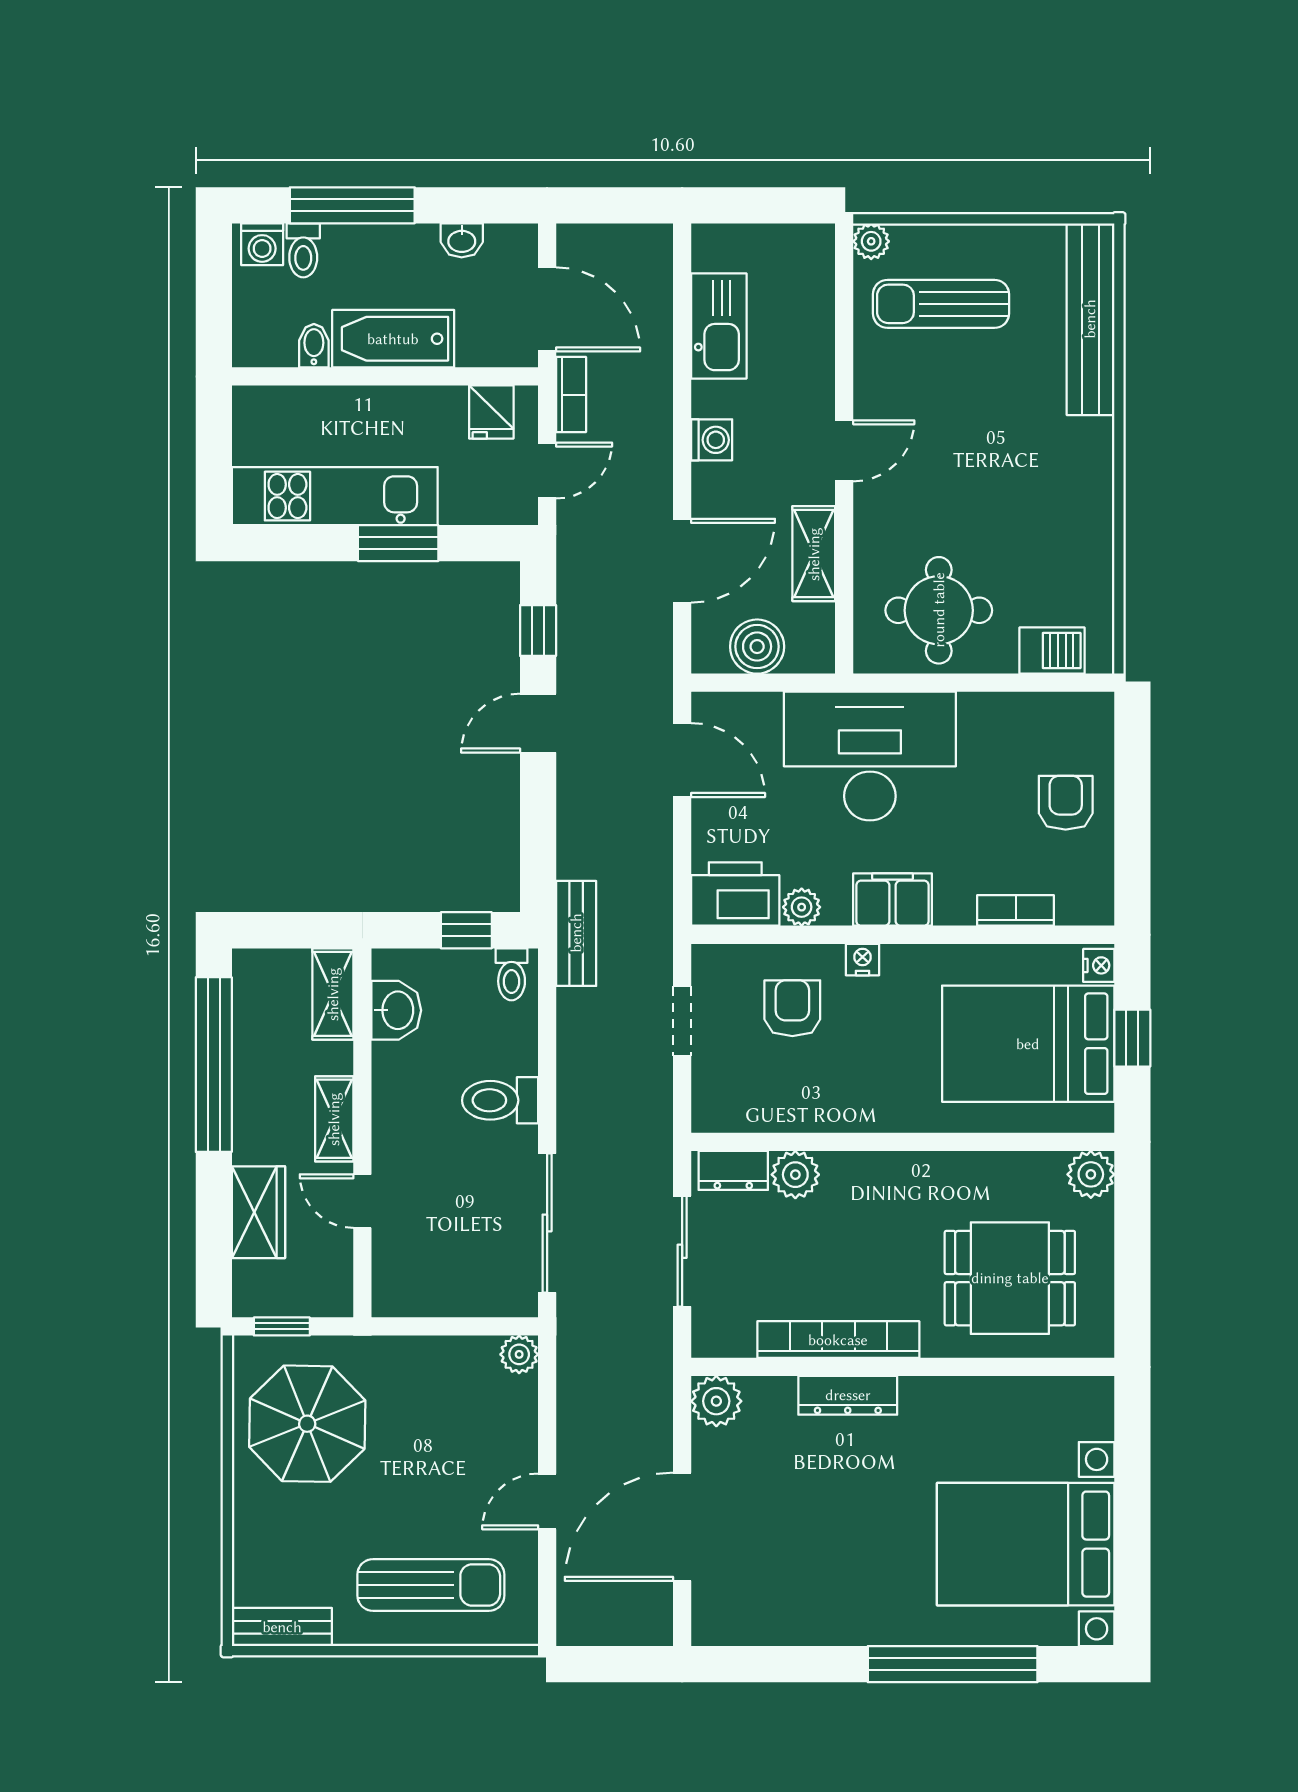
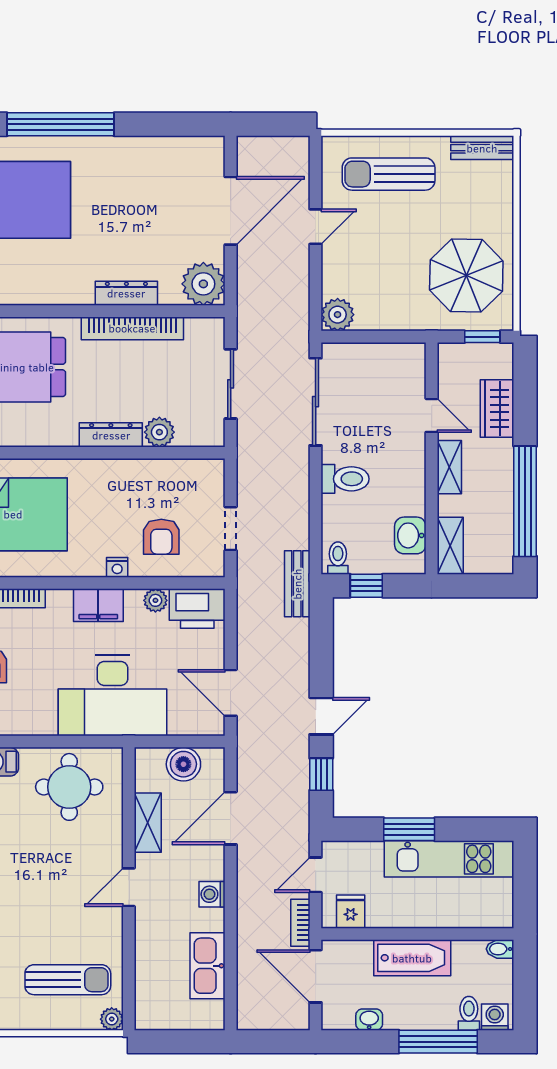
bidet: (314, 346) -> (500, 949), moved, turned 90
dresser: (733, 1170) -> (111, 435), moved, width x1.44
plant: (519, 1354) -> (338, 315), width x1.38, depth x1.38
plant: (716, 1401) -> (203, 284), width x1.36, depth x1.36

